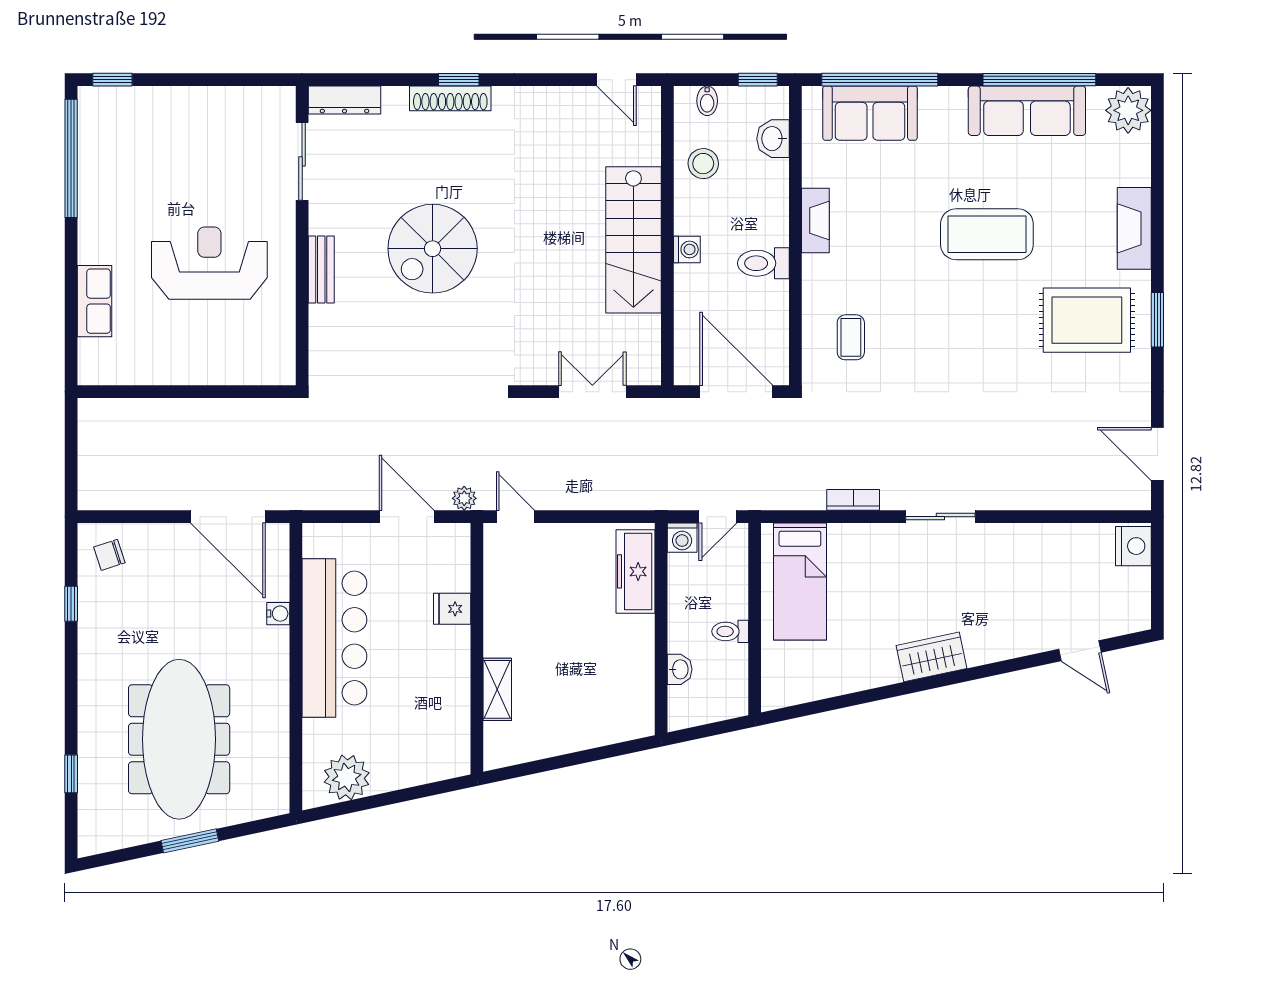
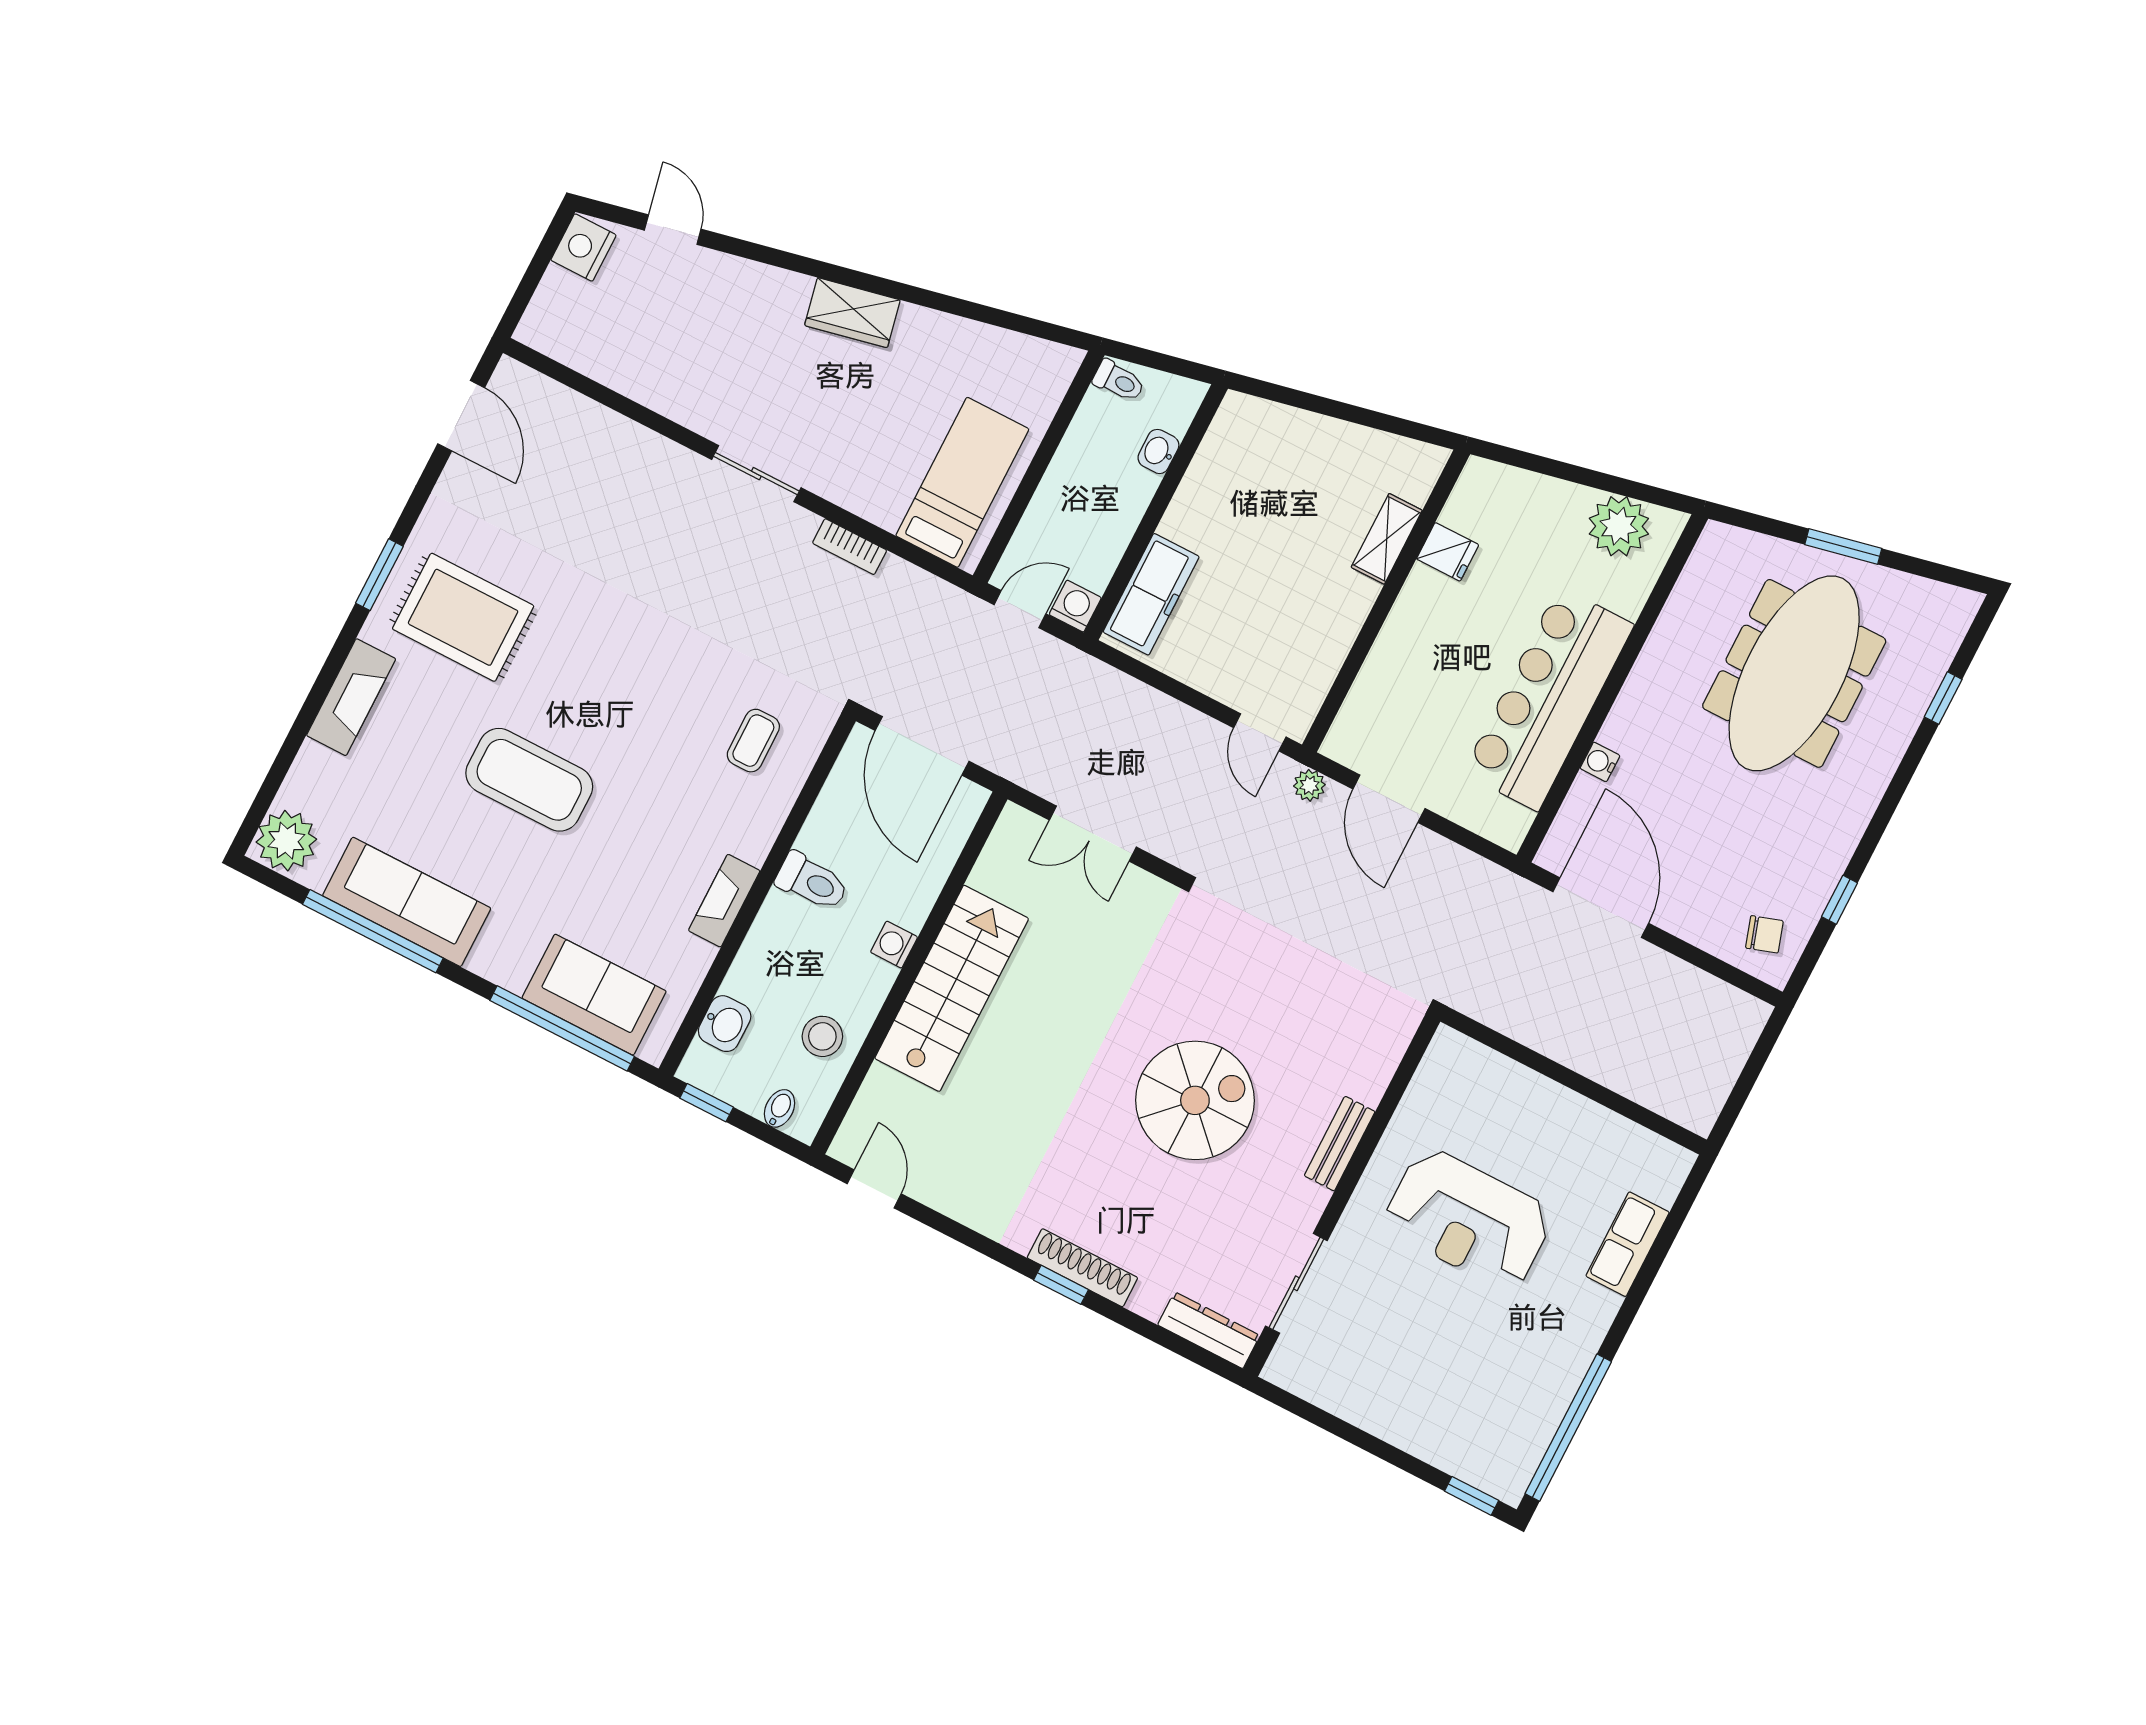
nightstand: (1133, 546) -> (583, 248), moved
fridge: (452, 609) -> (1448, 552), moved
toilet: (730, 631) -> (1119, 381), moved

